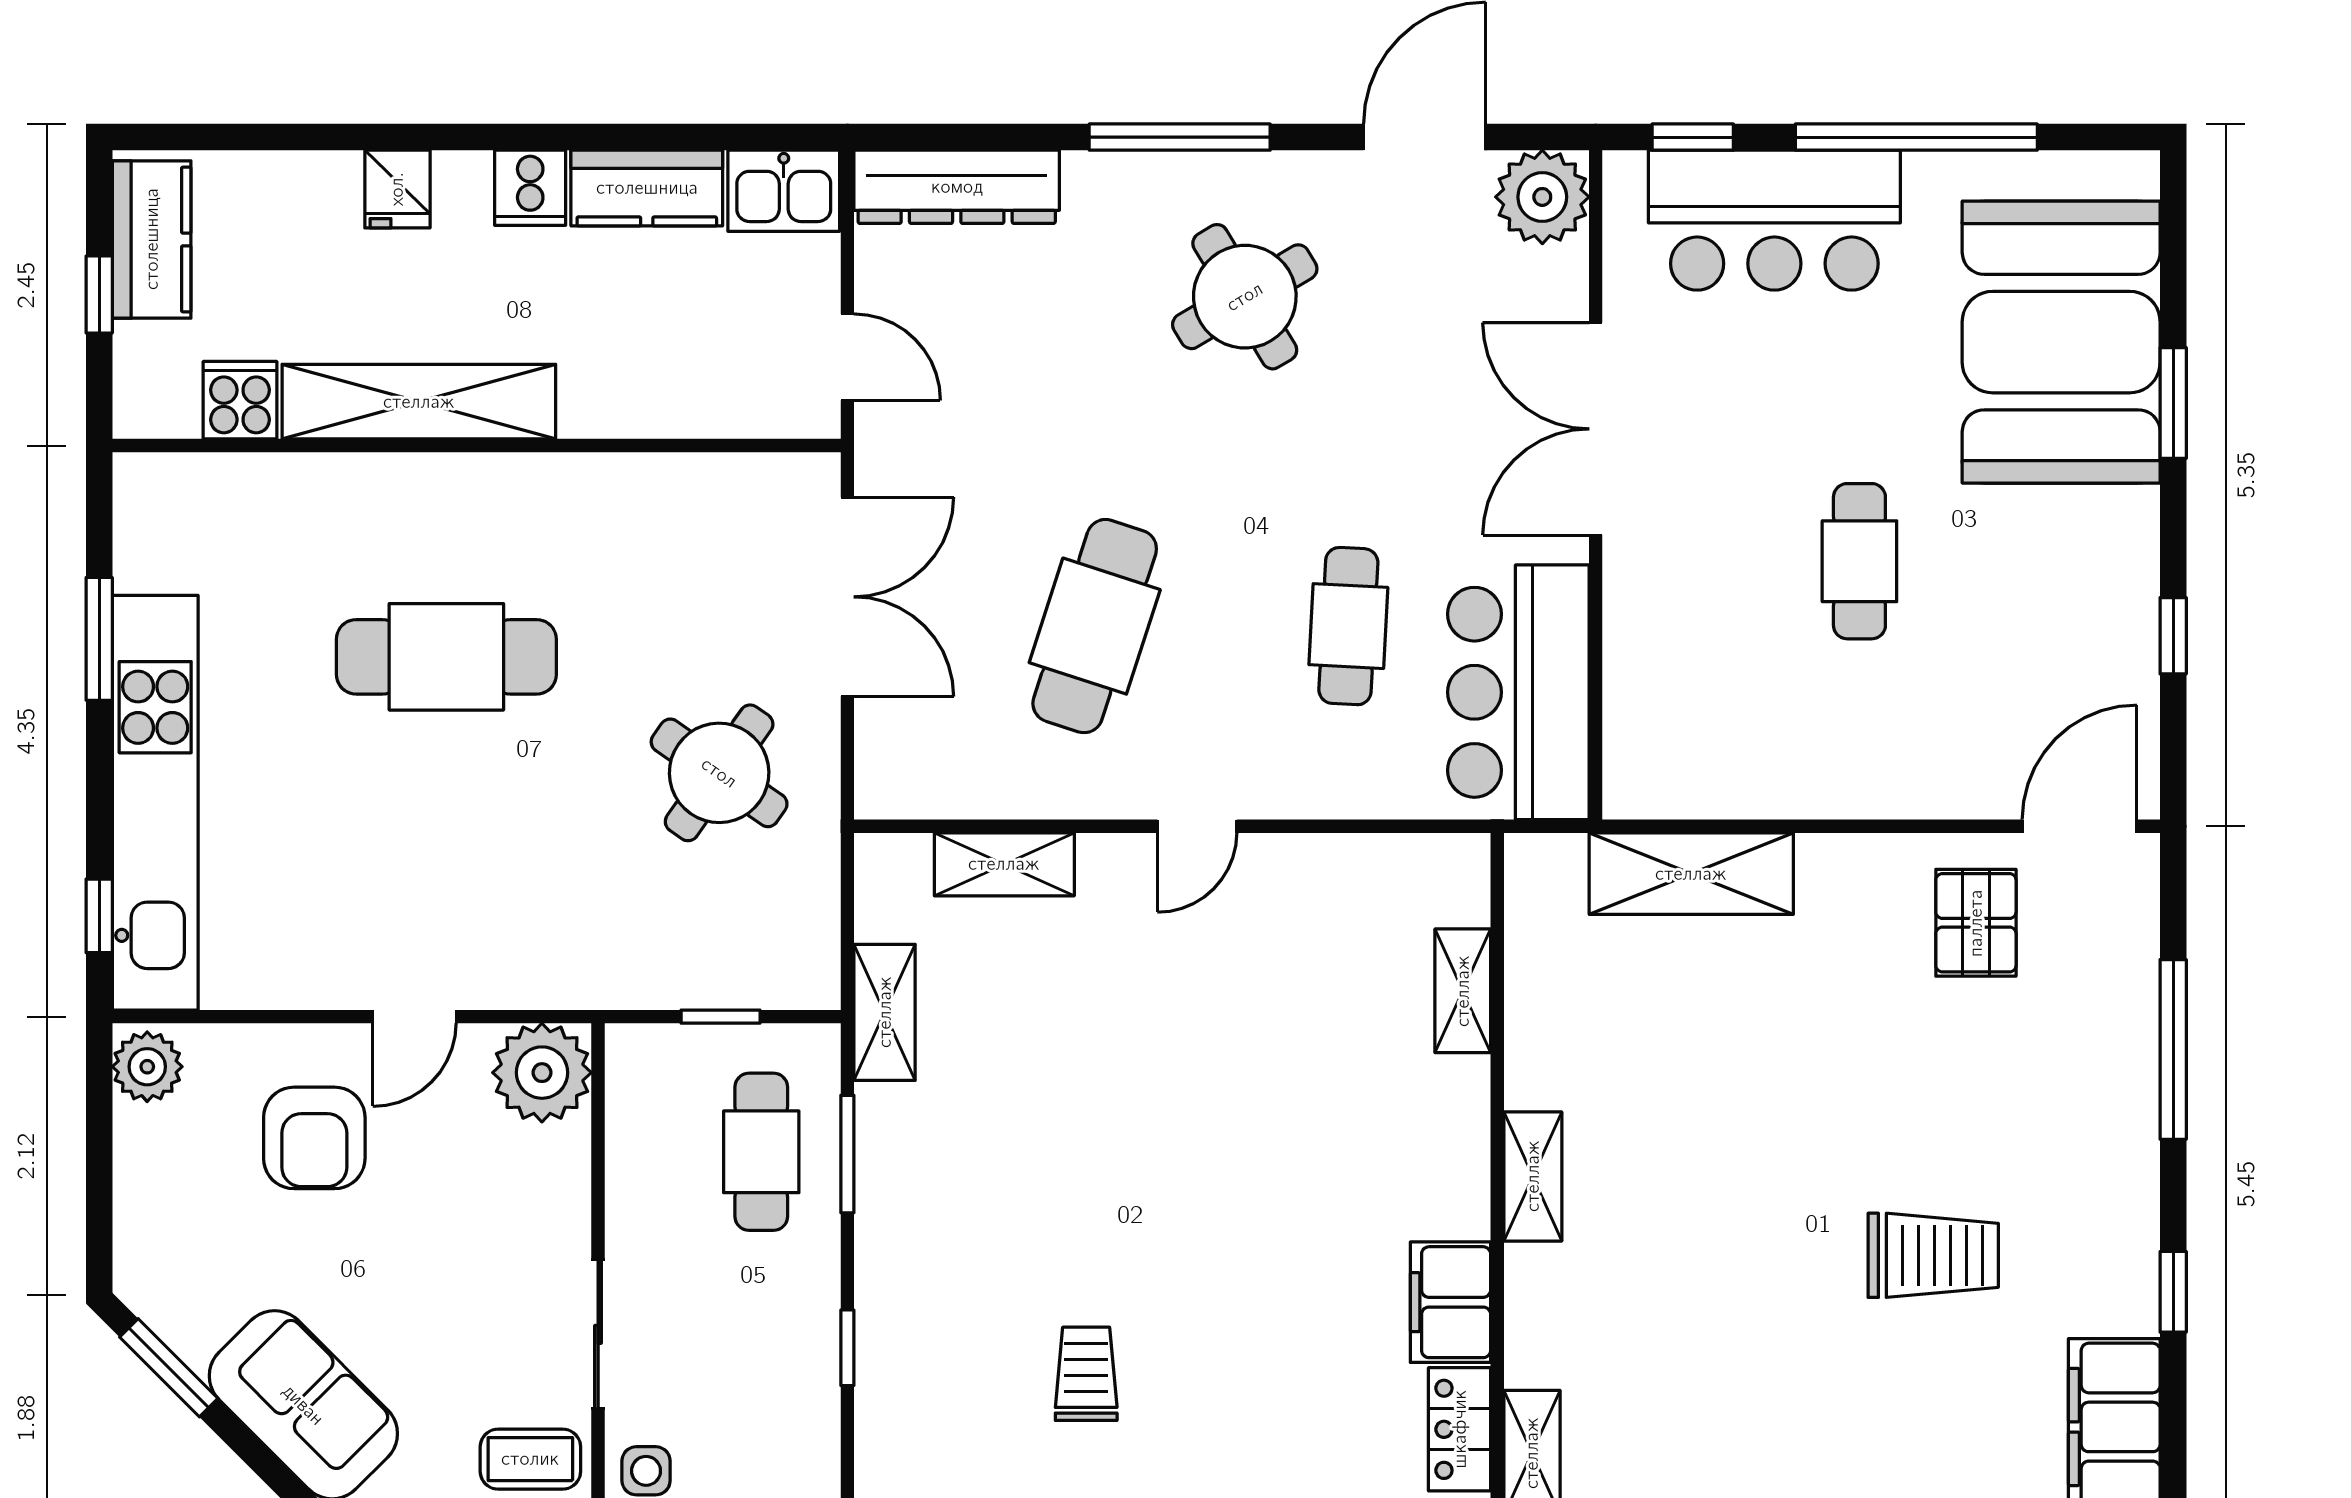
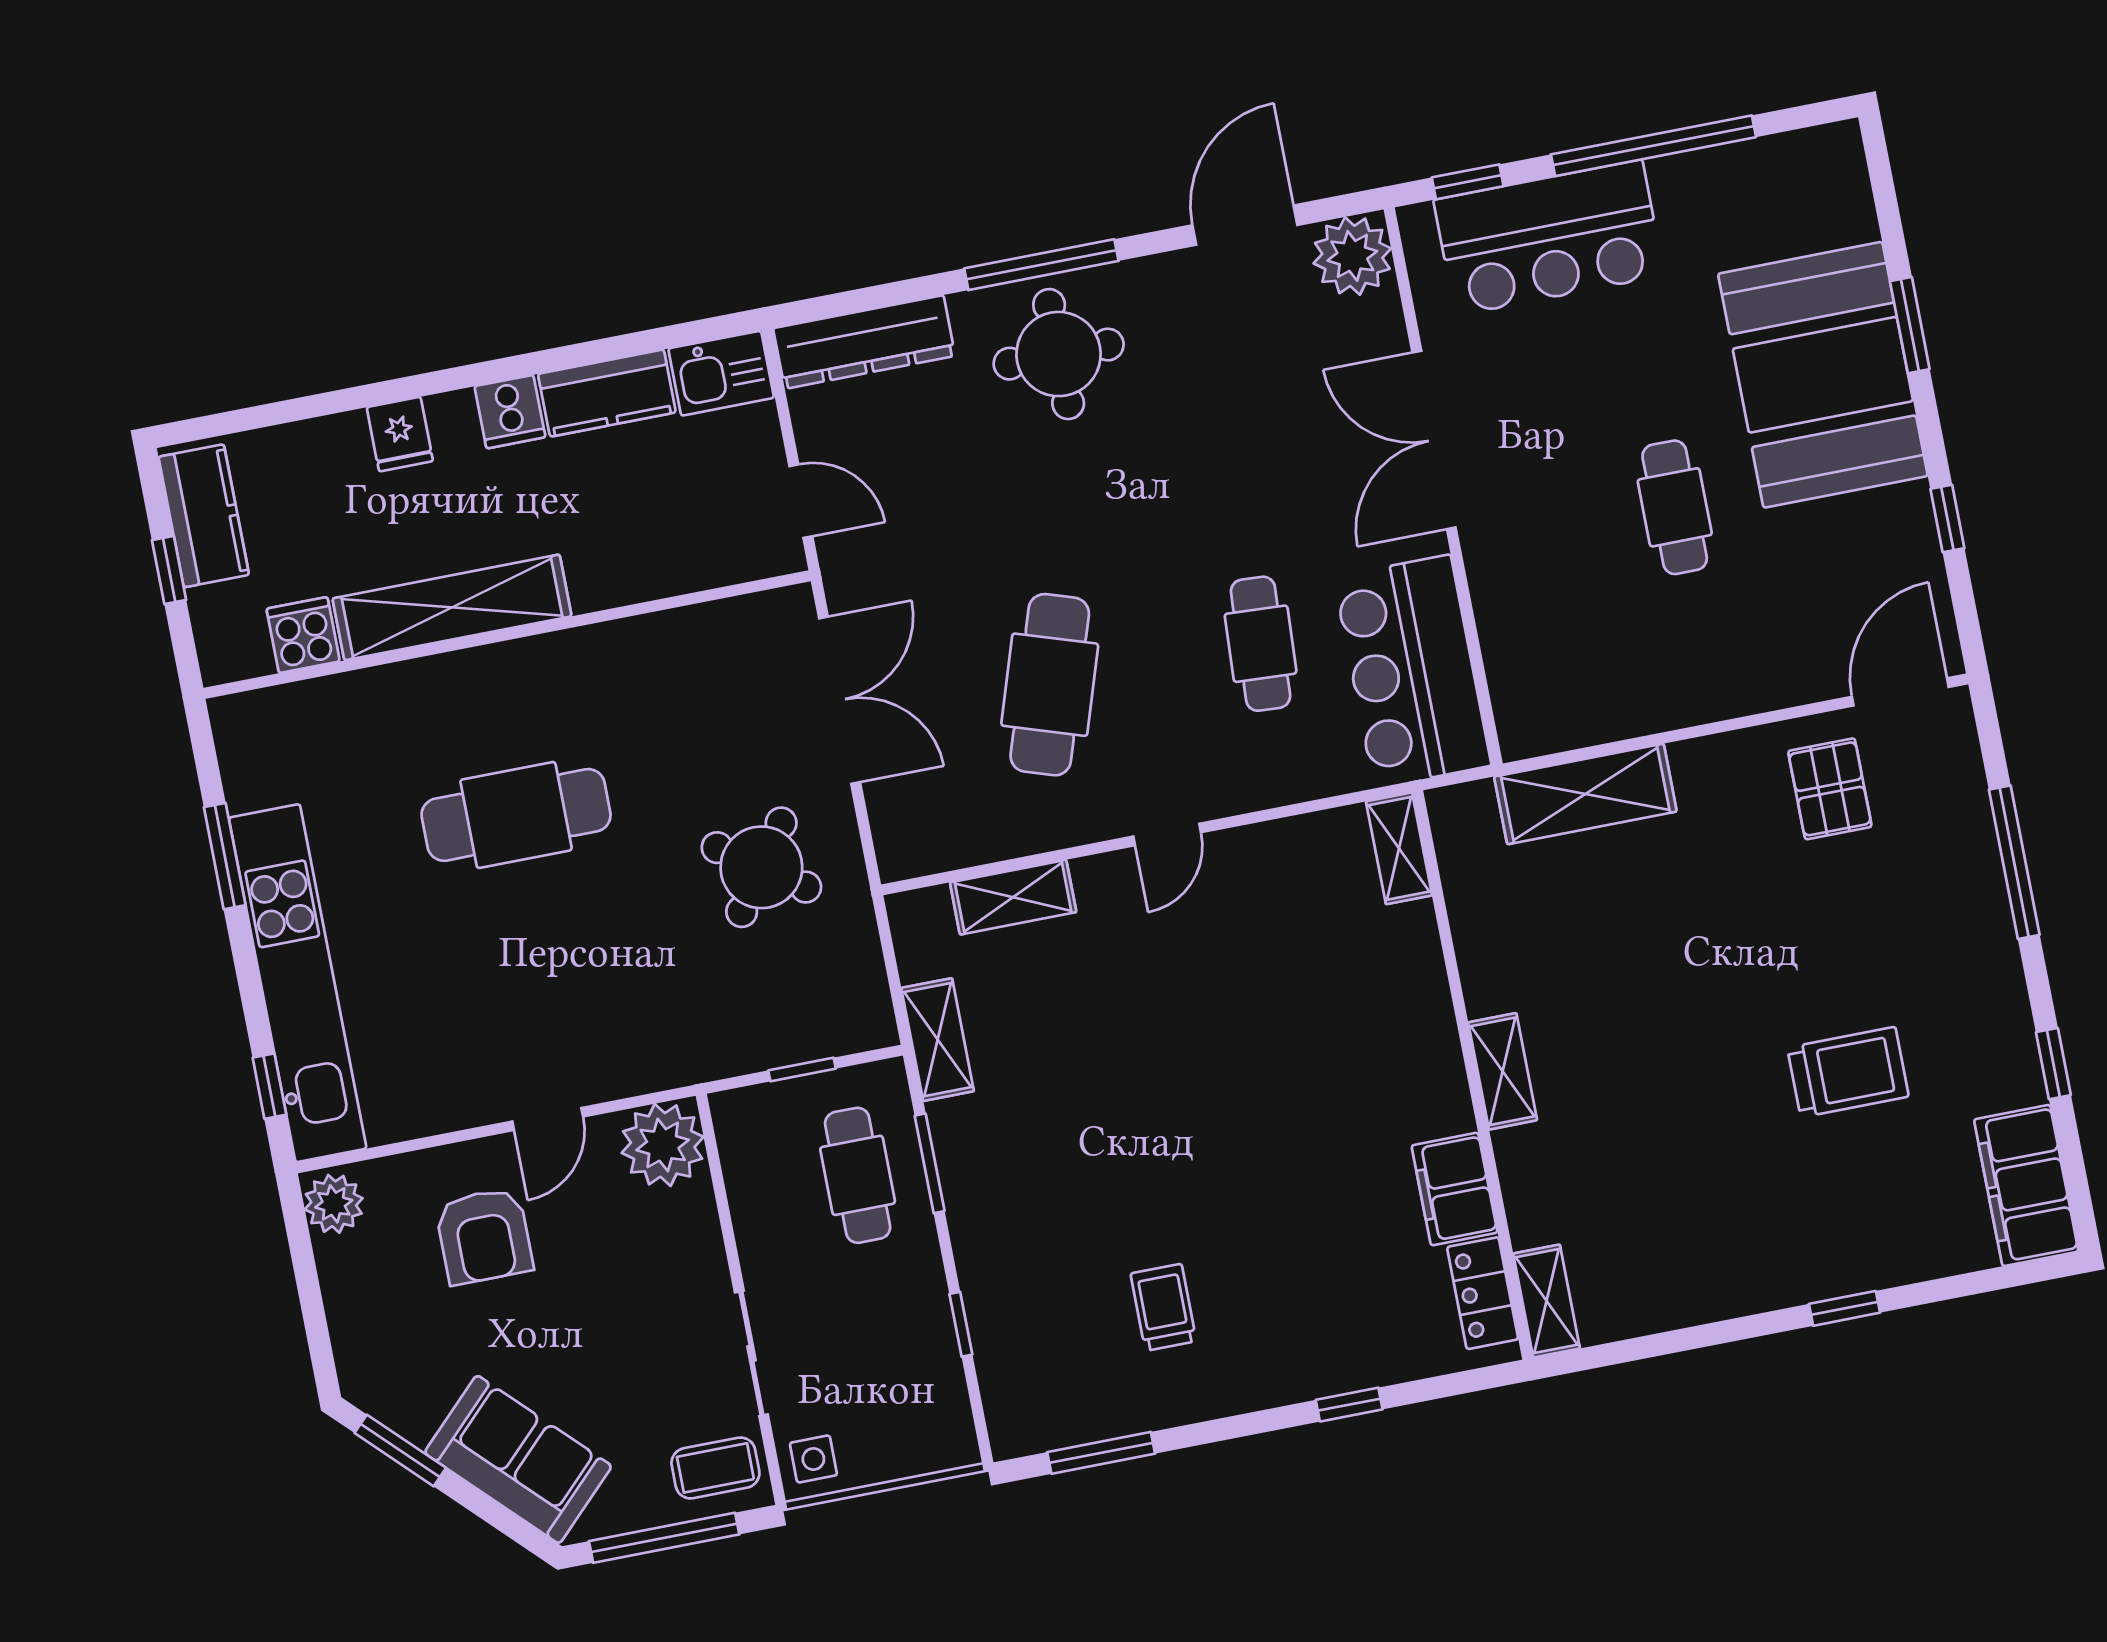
round table: (1245, 297) -> (1059, 354), moved, turned 31
booth: (2061, 342) -> (1823, 375), moved
shelving: (1463, 991) -> (1399, 848), moved

